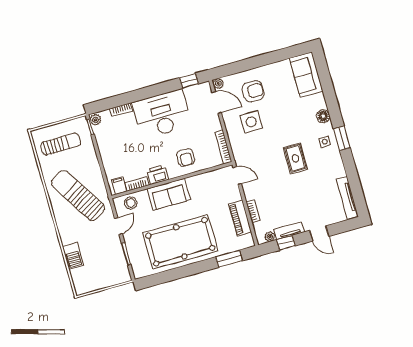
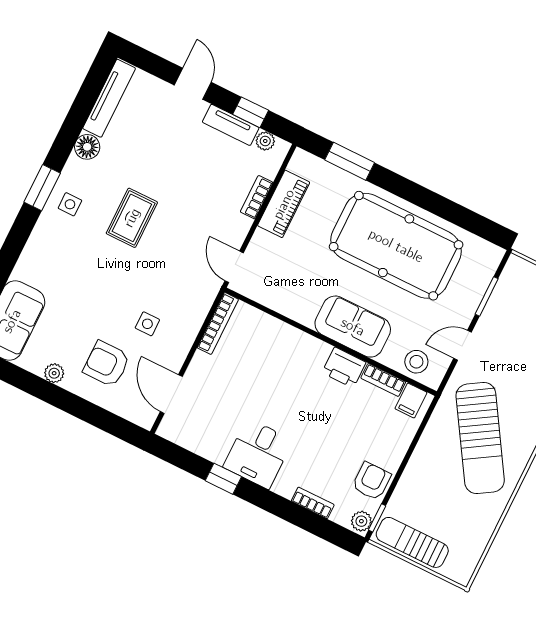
window: (189, 81) -> (223, 479), moved
plant: (218, 83) -> (54, 373), moved
desk: (162, 114) -> (258, 454), width x0.53, depth x0.77
floor lamp: (323, 116) -> (87, 147), moved
side table: (251, 122) -> (147, 324), width x0.54, depth x0.54
sun lounger: (61, 144) -> (412, 542), moved
armchair: (186, 157) -> (371, 481), moved

